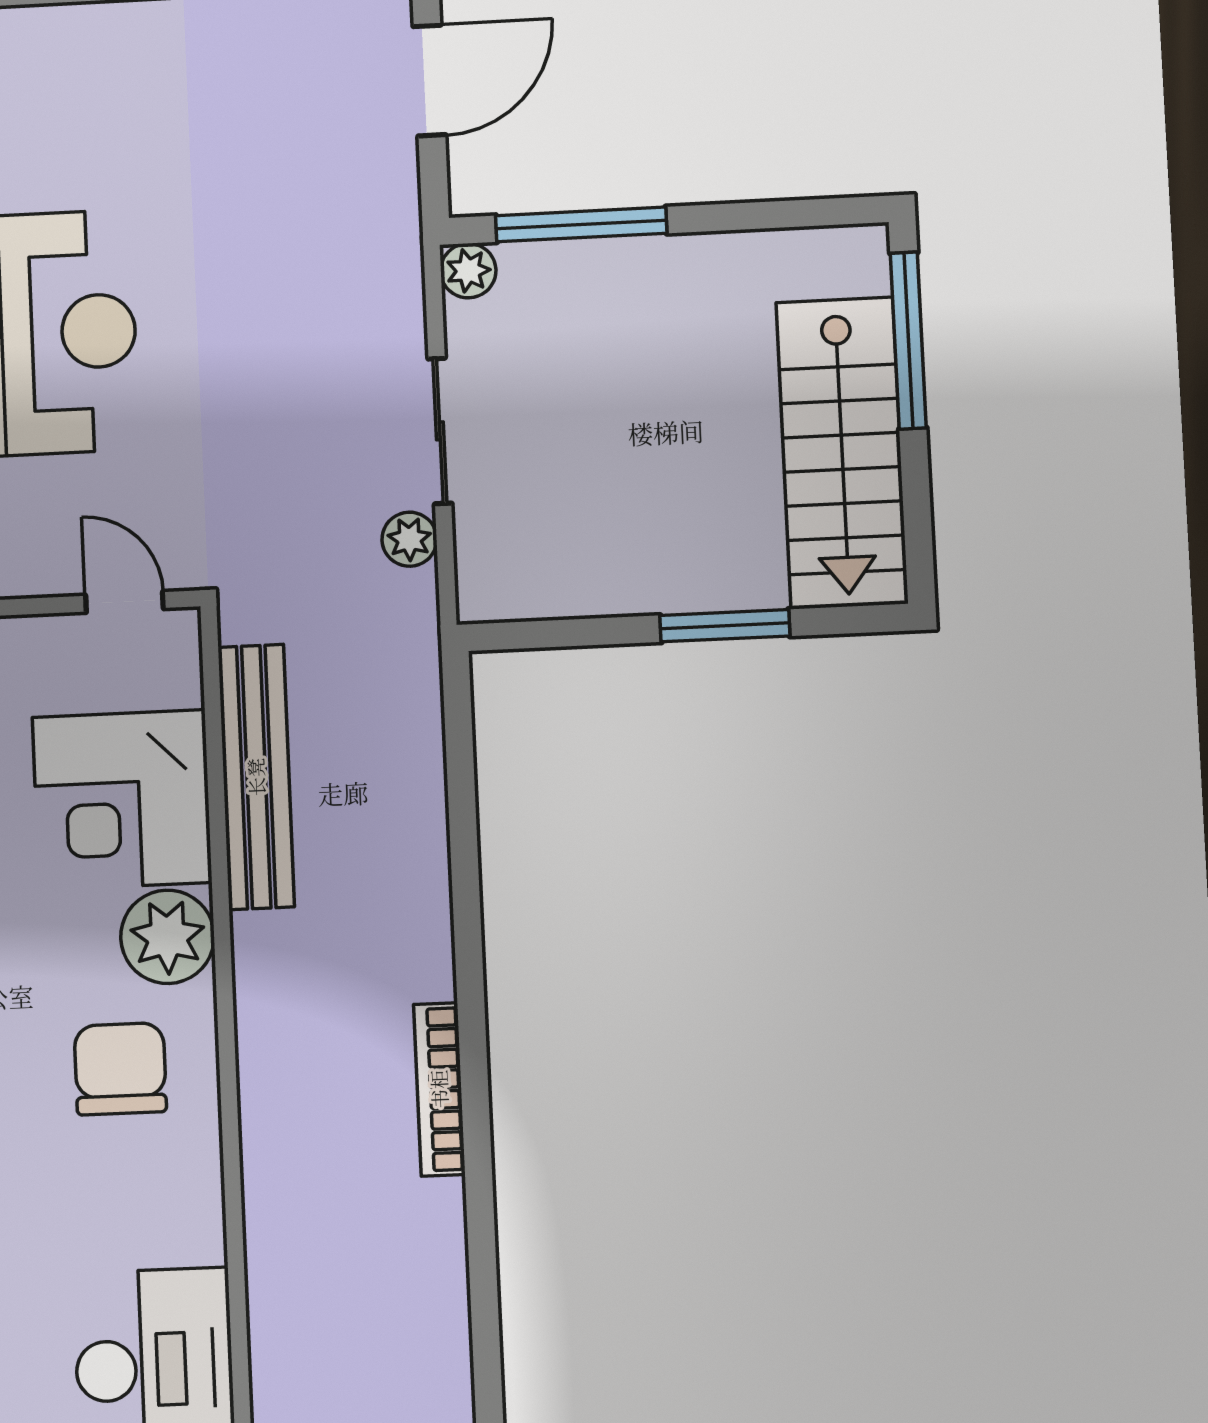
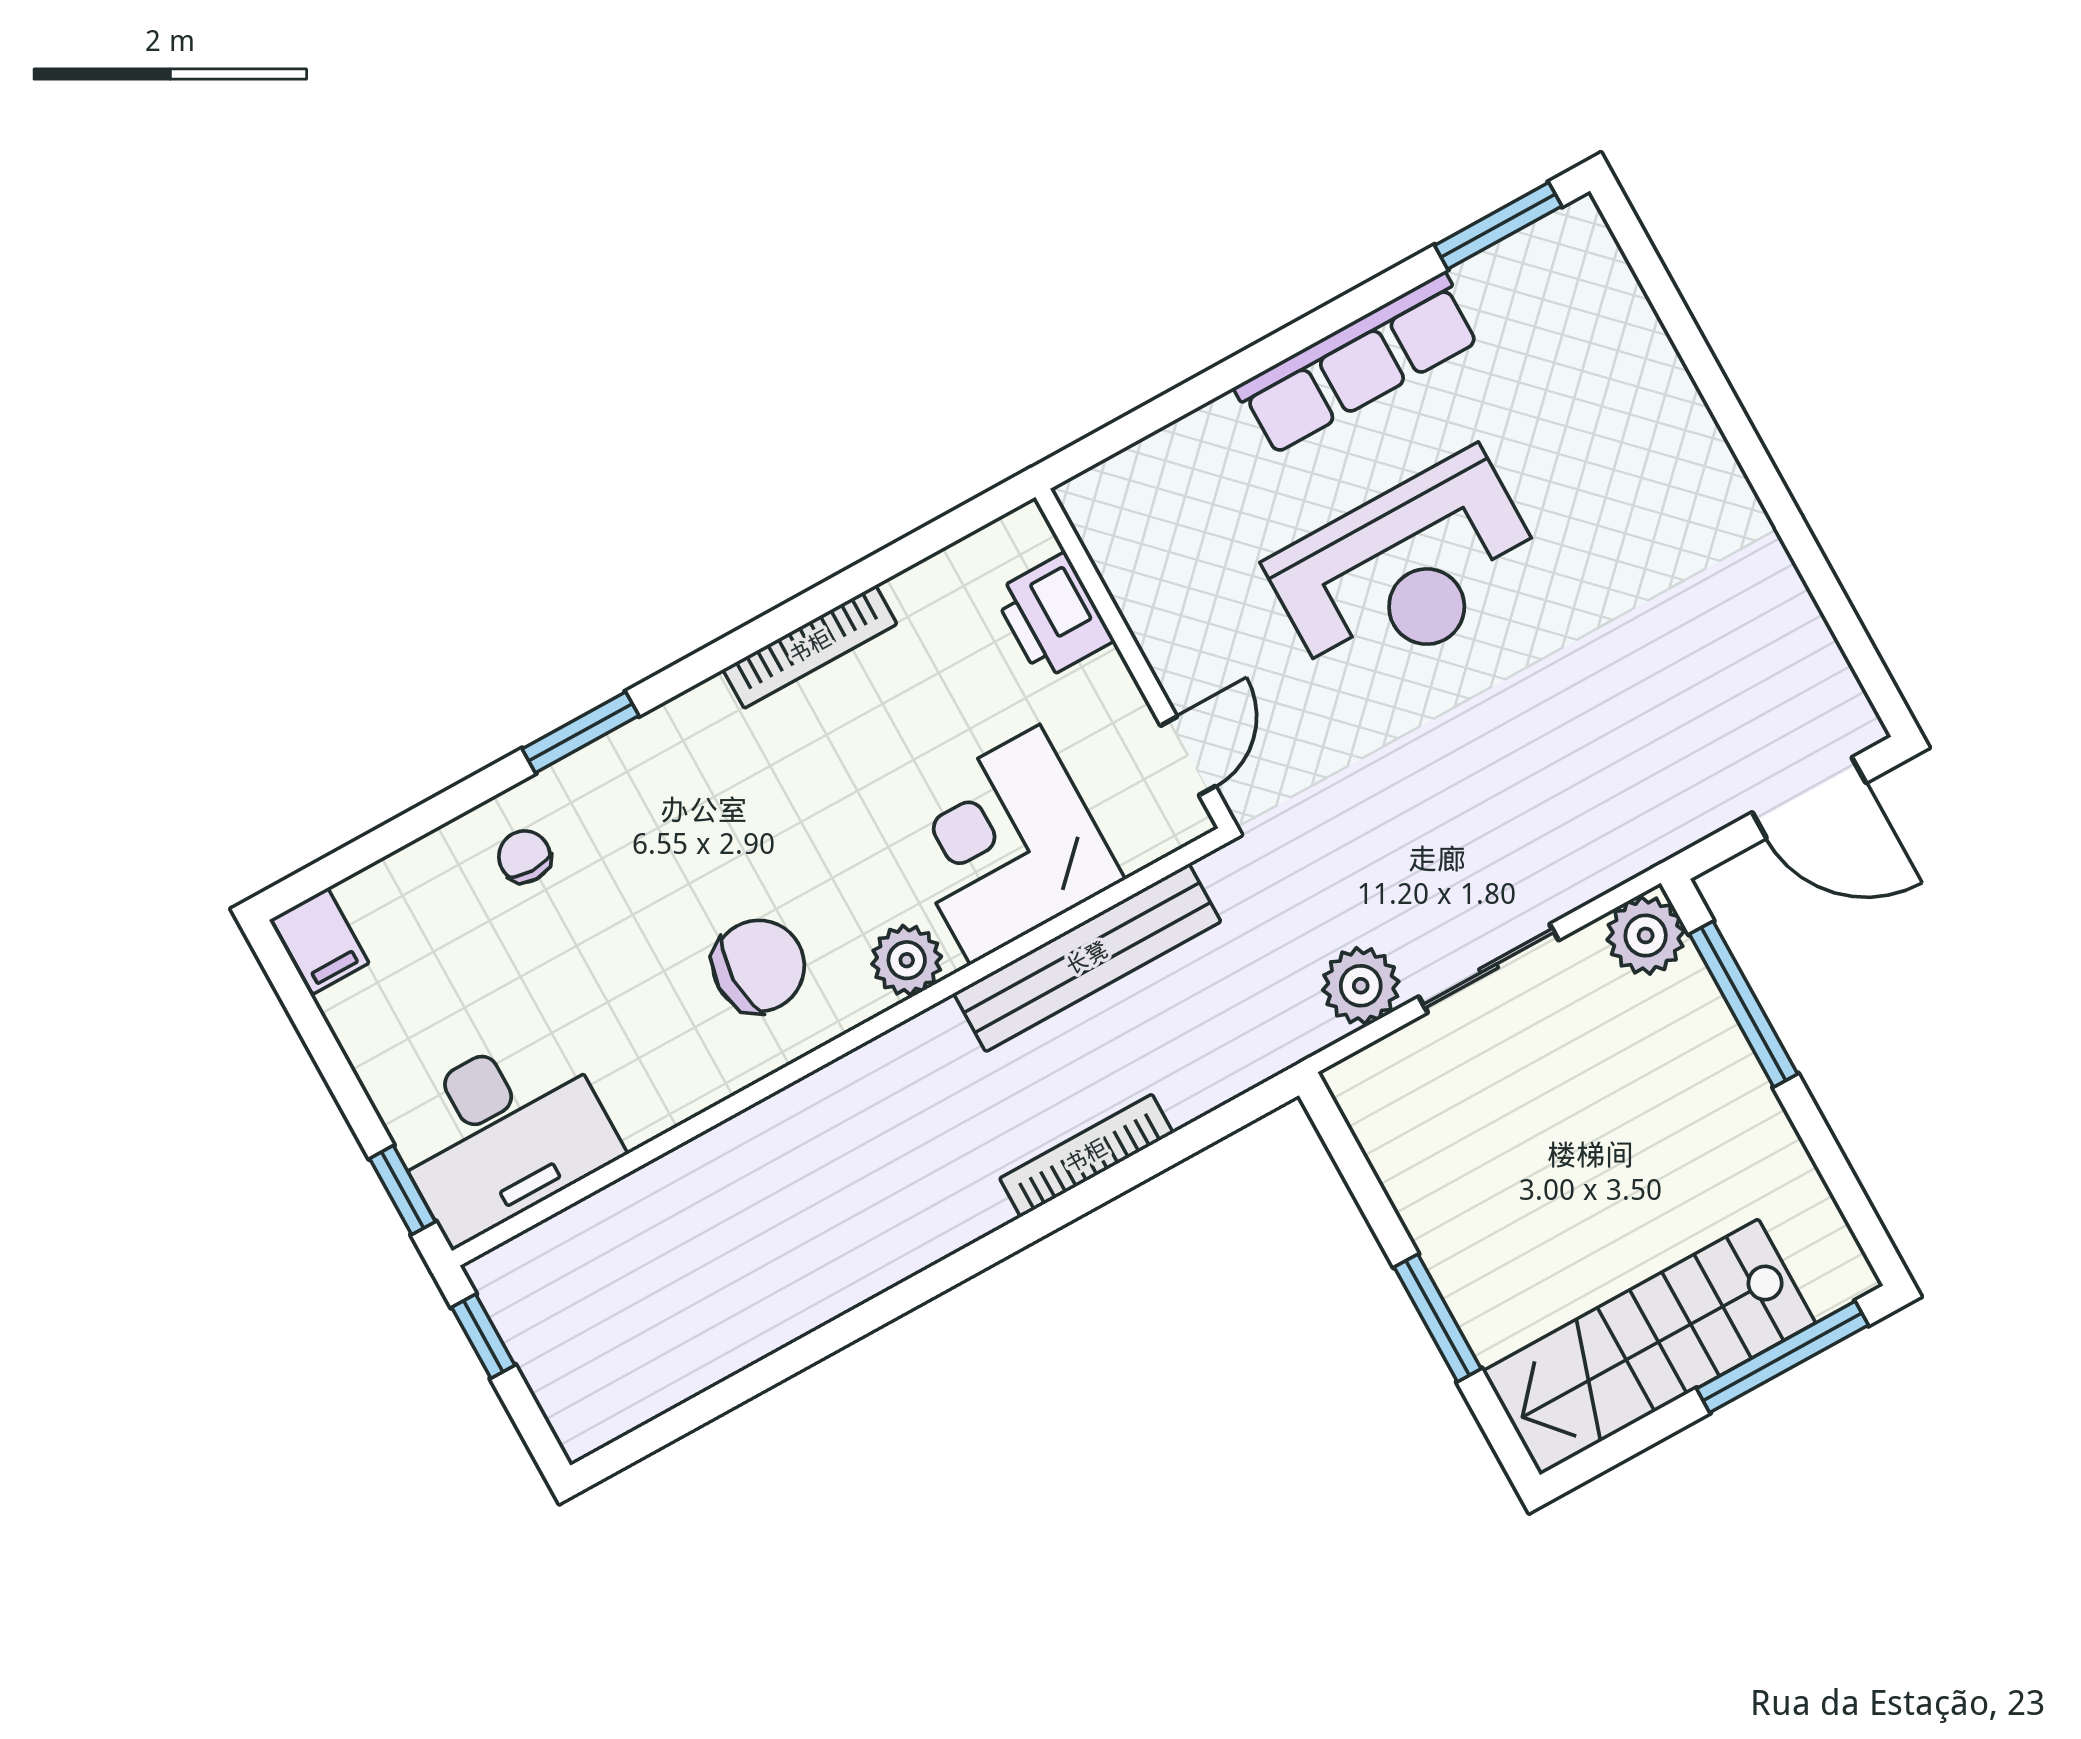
plant: (468, 271) -> (1646, 935), width x1.38, depth x1.38
plant: (409, 539) -> (1361, 986), width x1.38, depth x1.38
plant: (167, 937) -> (907, 960), width x0.73, depth x0.73
bookcase: (439, 1089) -> (1086, 1156), moved

